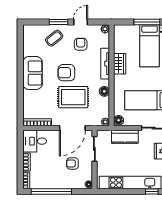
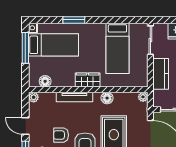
armchair: (81, 44) -> (61, 135), moved
wardrobe: (120, 64) -> (88, 80), moved
floor lamp: (119, 120) -> (45, 81), moved

